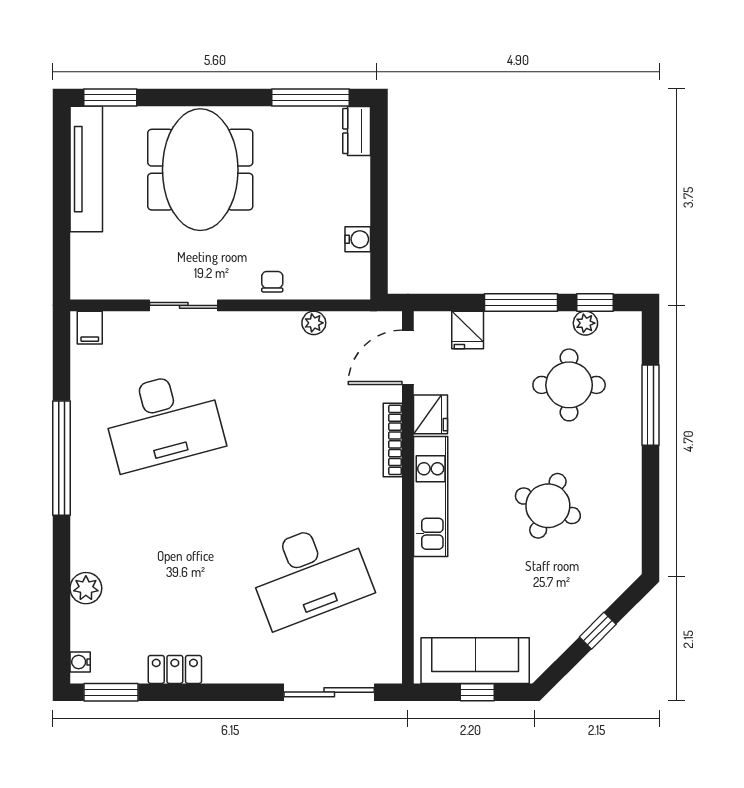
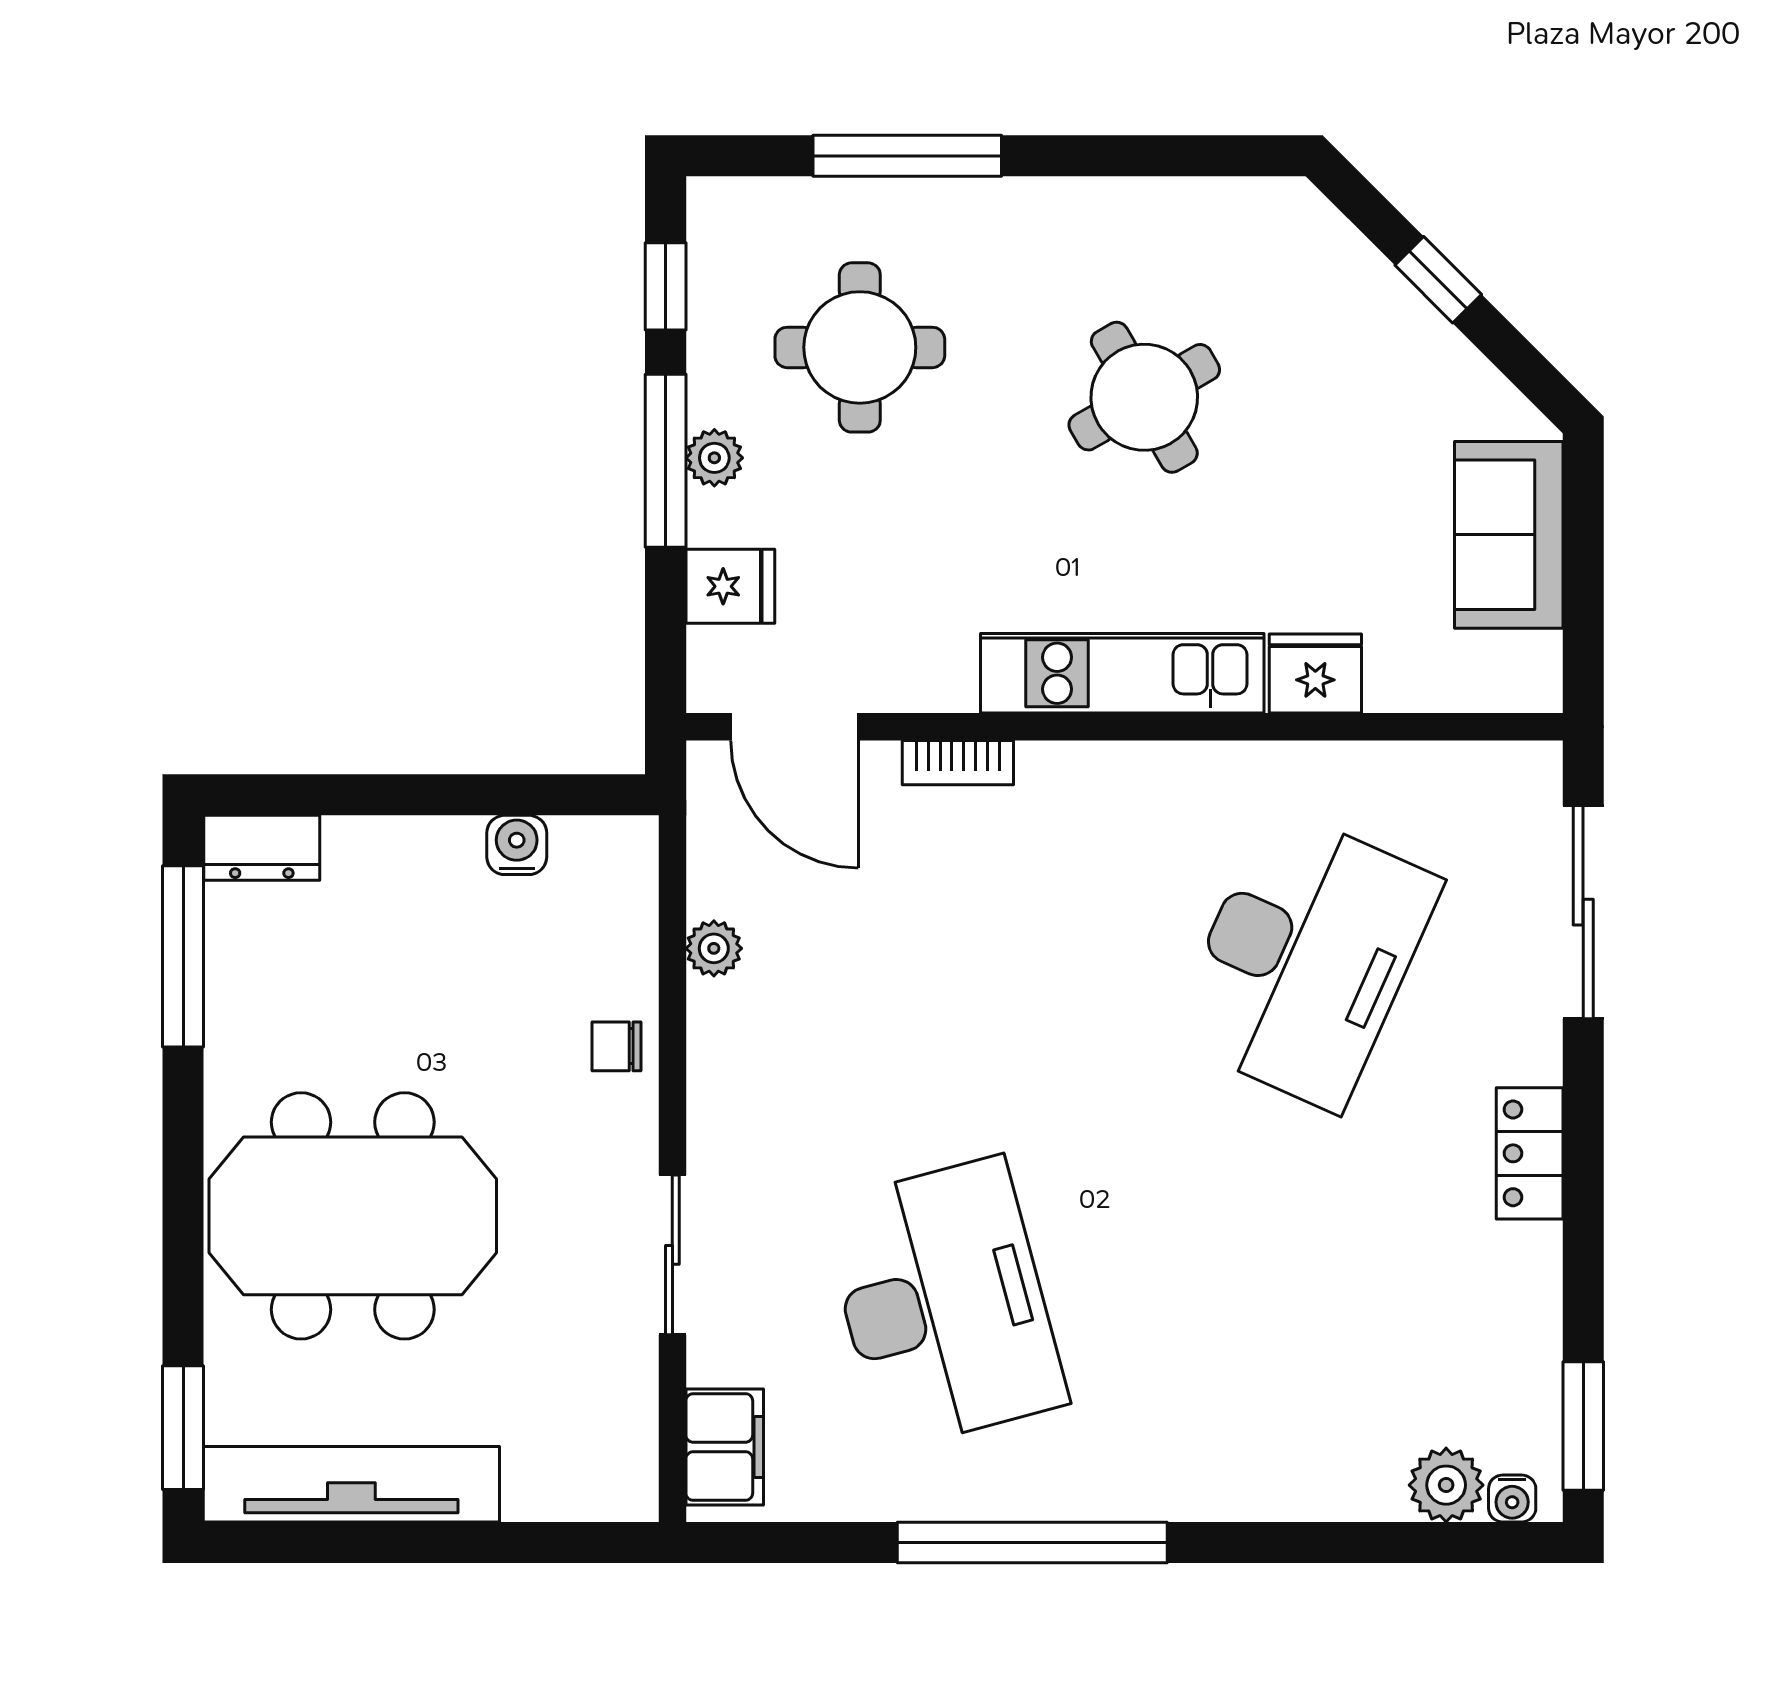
plant: (585, 323) -> (714, 458), moved
filing cabinet: (90, 328) -> (725, 1447), width x2.00
fridge: (431, 414) -> (1315, 673), moved
bookcase: (393, 440) -> (958, 763), width x0.64
round table: (548, 506) -> (1144, 397), turned 38
desk: (309, 574) -> (1305, 959), turned 45
plant: (86, 588) -> (1446, 1485), moved
sofa: (475, 661) -> (1509, 535), width x0.73
locker: (175, 669) -> (1530, 1153), moved
window: (477, 692) -> (1583, 564), removed

